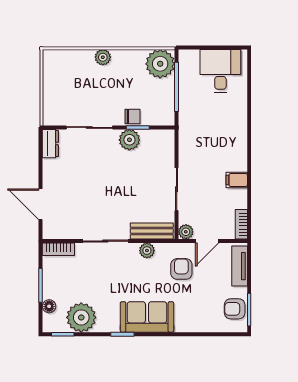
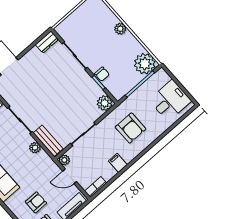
armchair: (213, 136) -> (131, 128), added
plant: (129, 140) -> (105, 103), moved
armchair: (181, 269) -> (36, 202), moved

